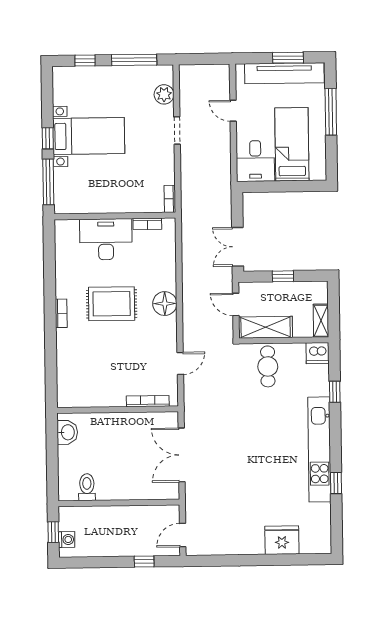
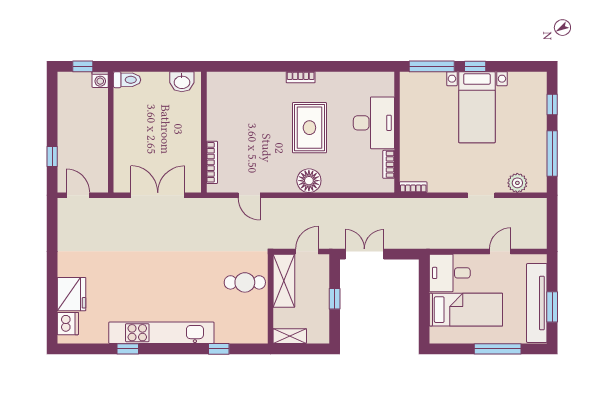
dishwasher: (318, 353) -> (68, 324), moved, turned 180
toilet: (87, 487) -> (127, 80), moved
washing machine: (67, 539) -> (100, 80), moved

